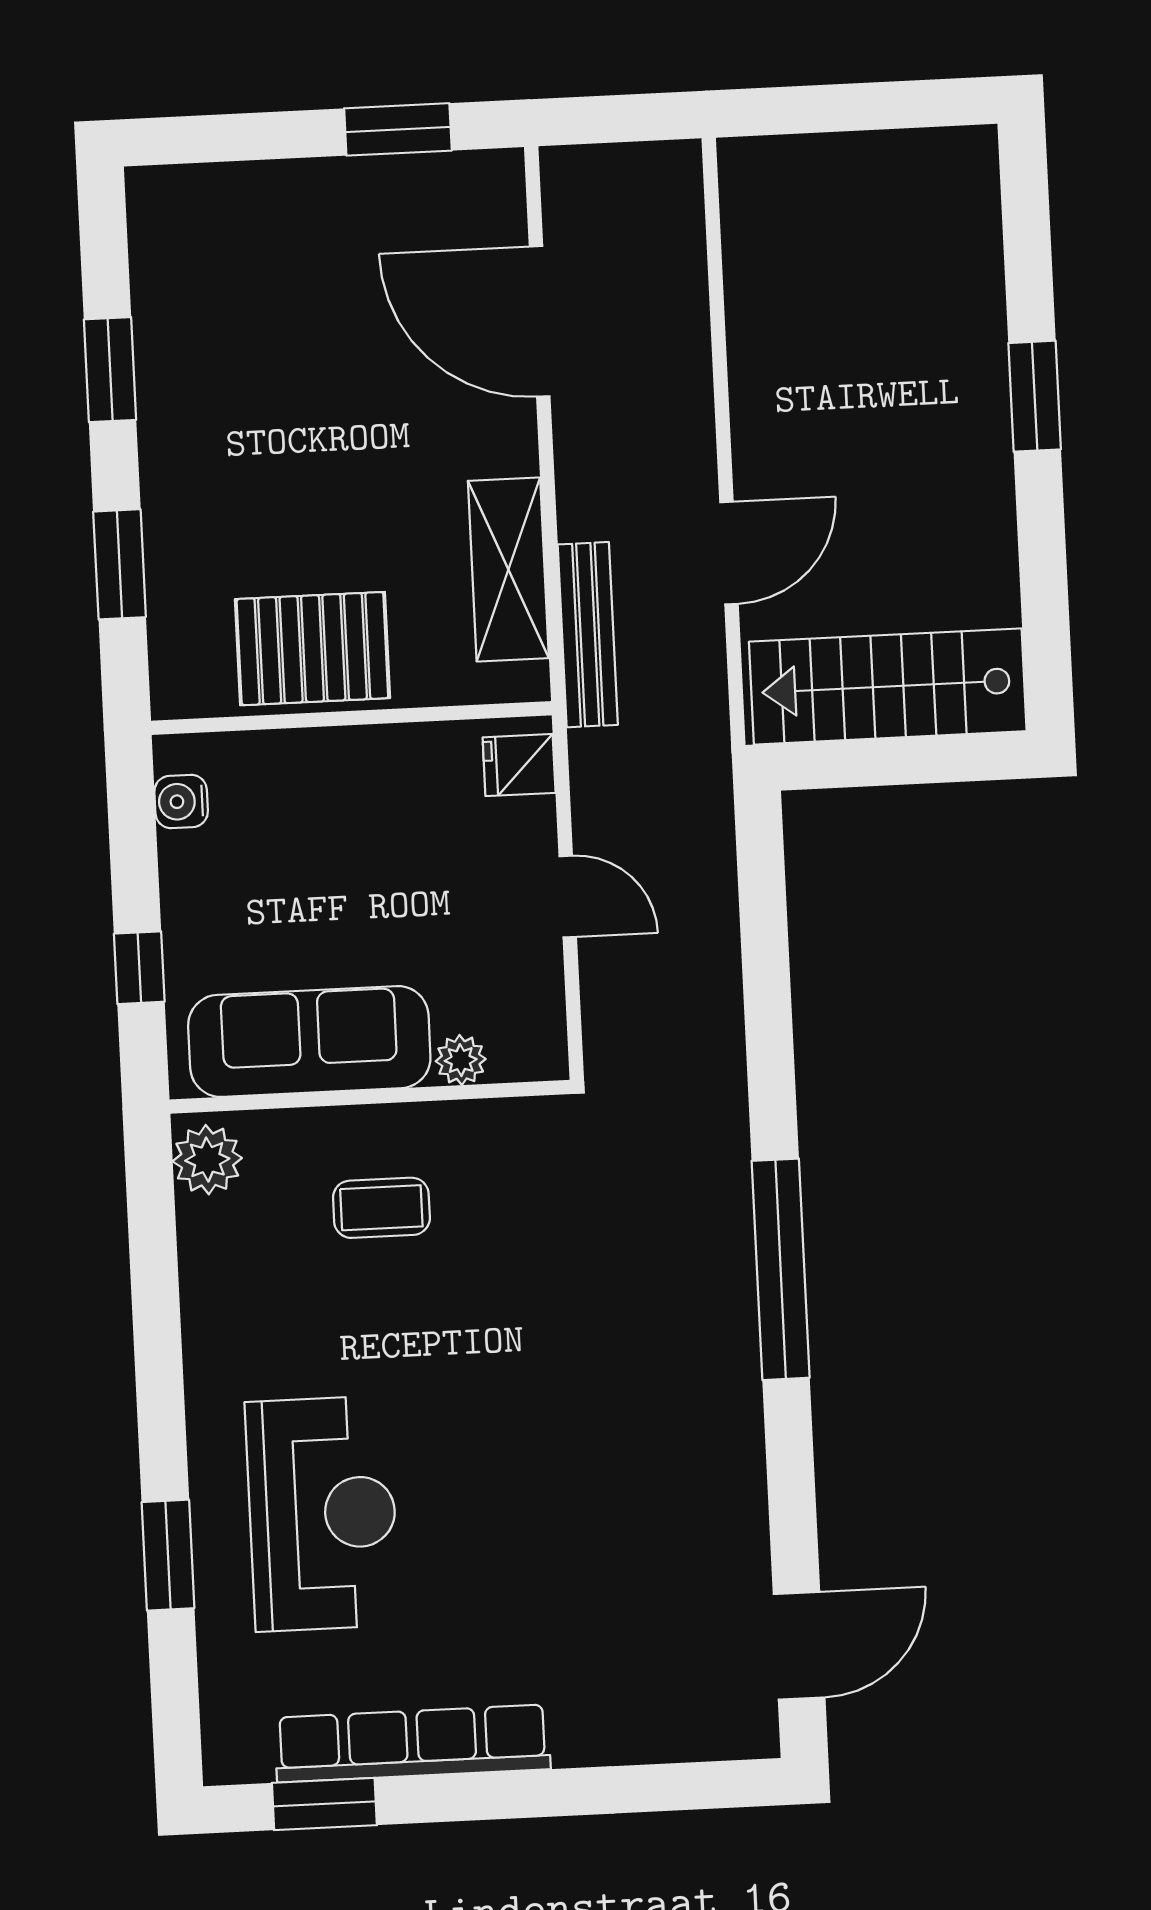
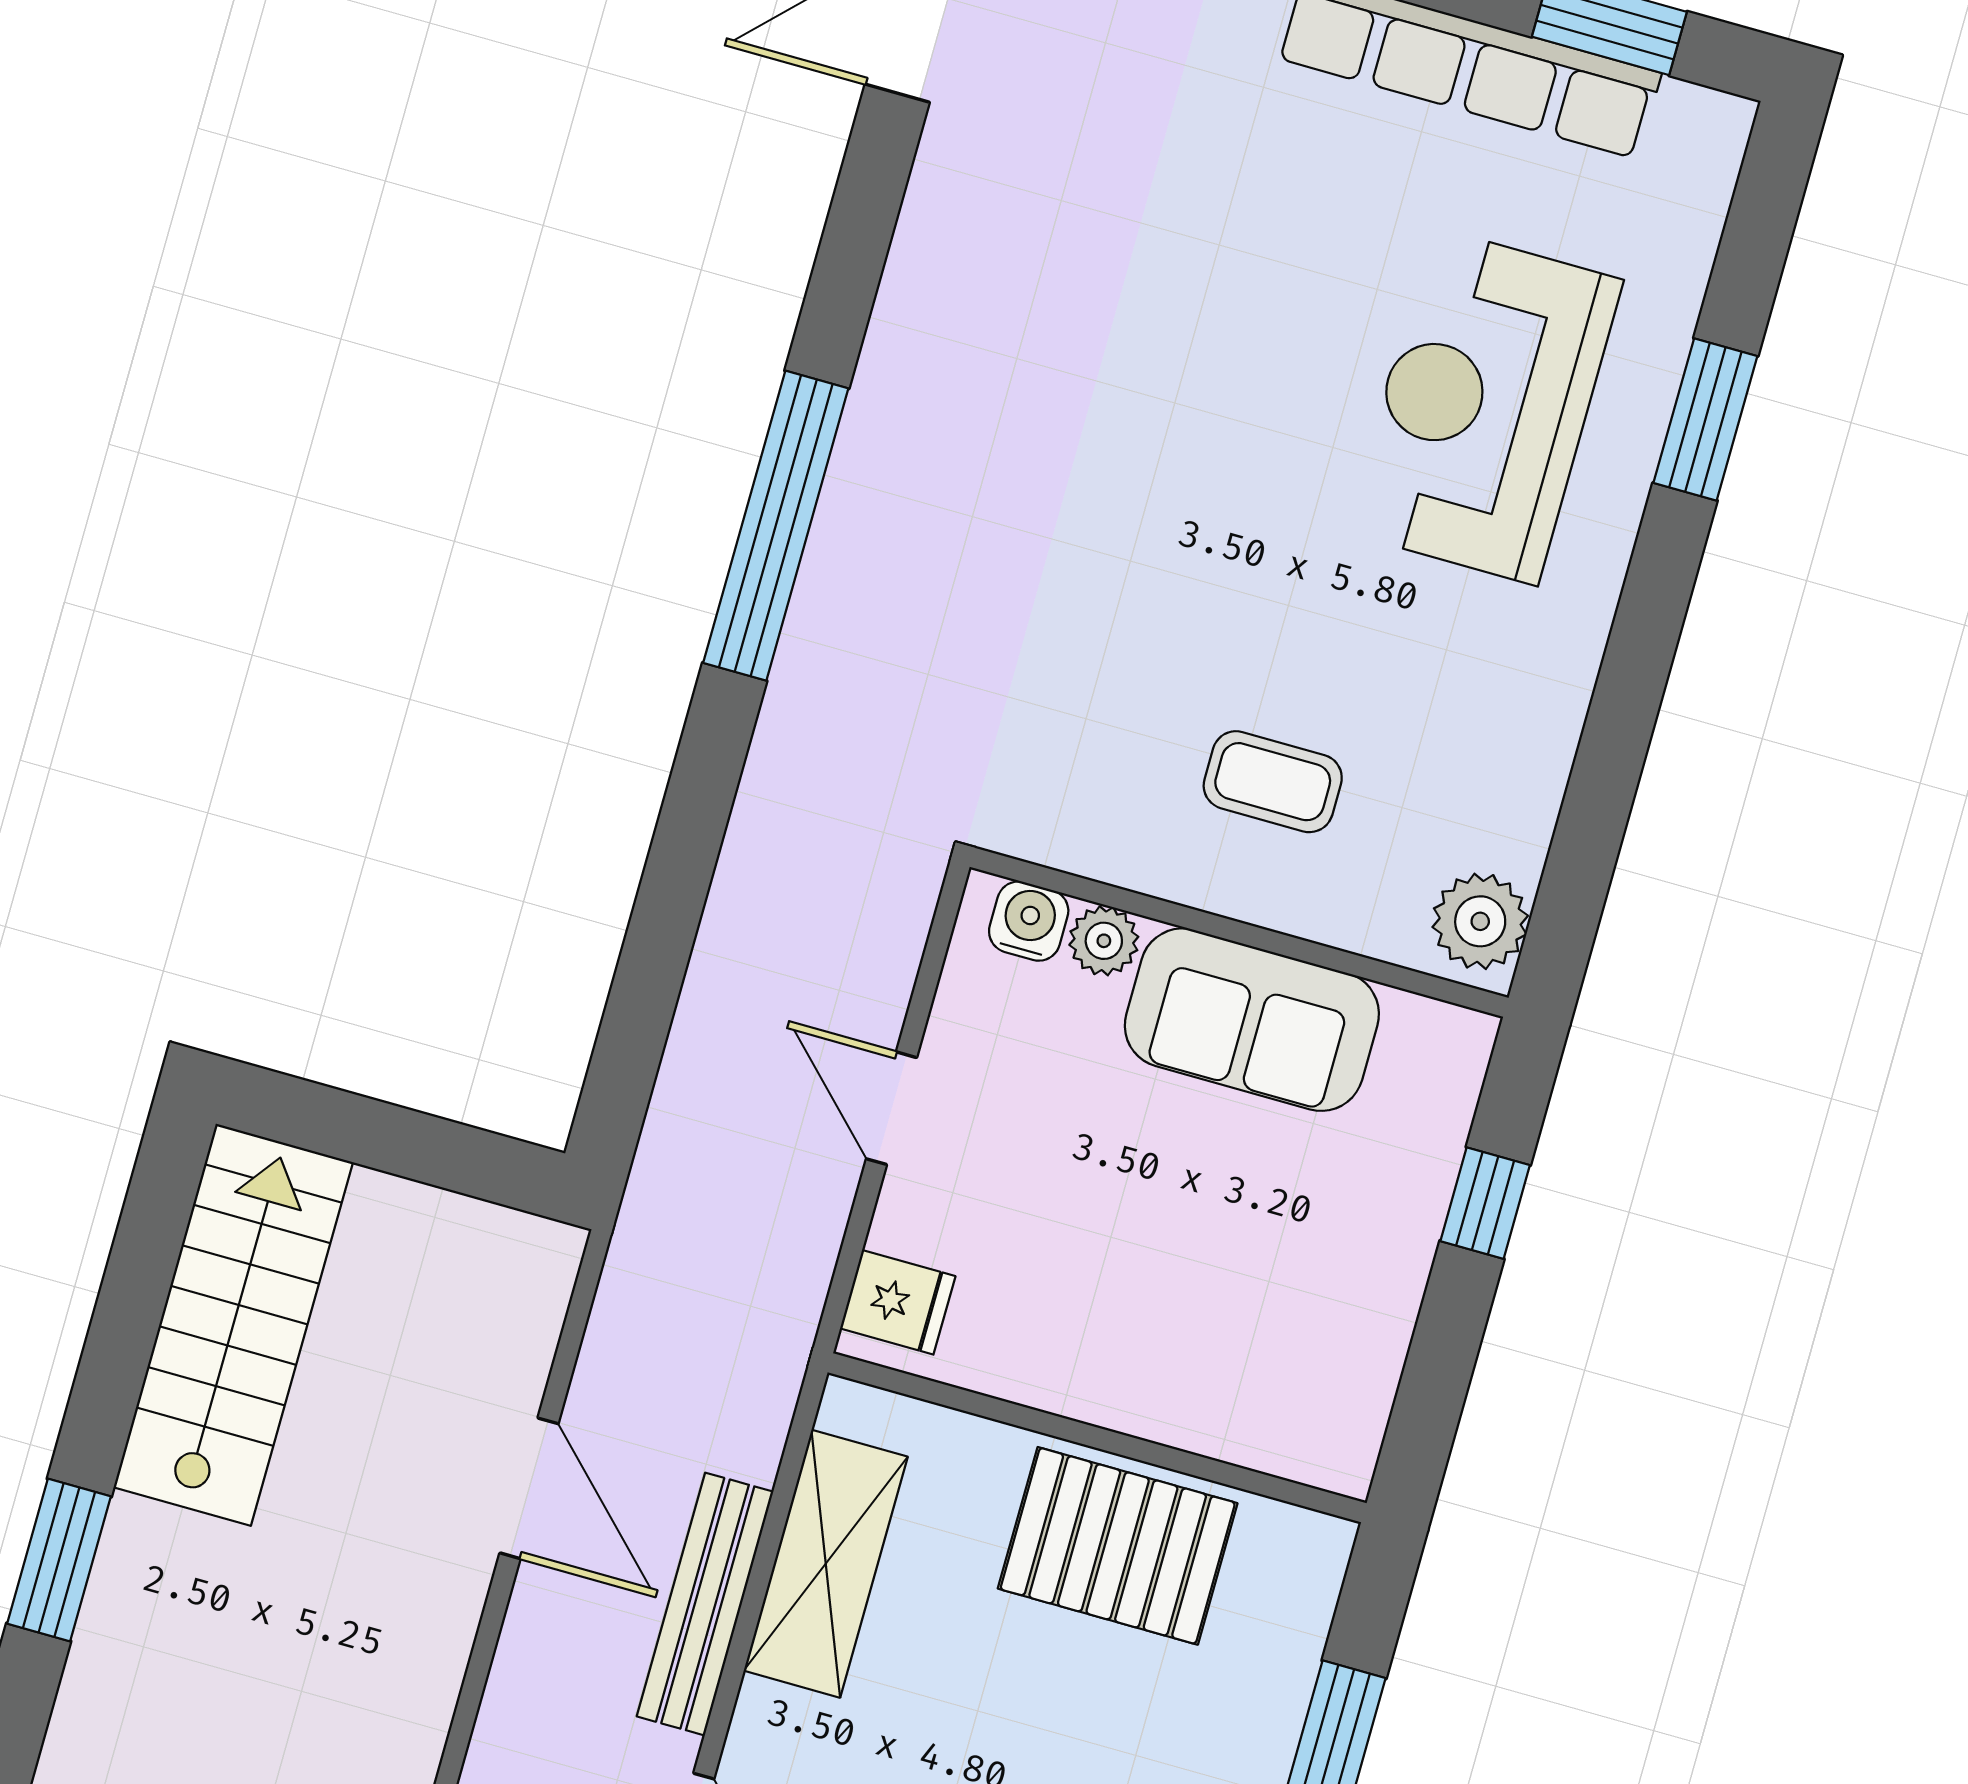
door: (729, 553) -> (529, 1488), swing flipped
bench: (588, 635) -> (705, 1604), moved
stairs: (888, 686) -> (233, 1325), moved, turned -90
water cooler: (181, 802) -> (1029, 921), moved, turned -90
sofa: (309, 1041) -> (1252, 1020), width x0.73

